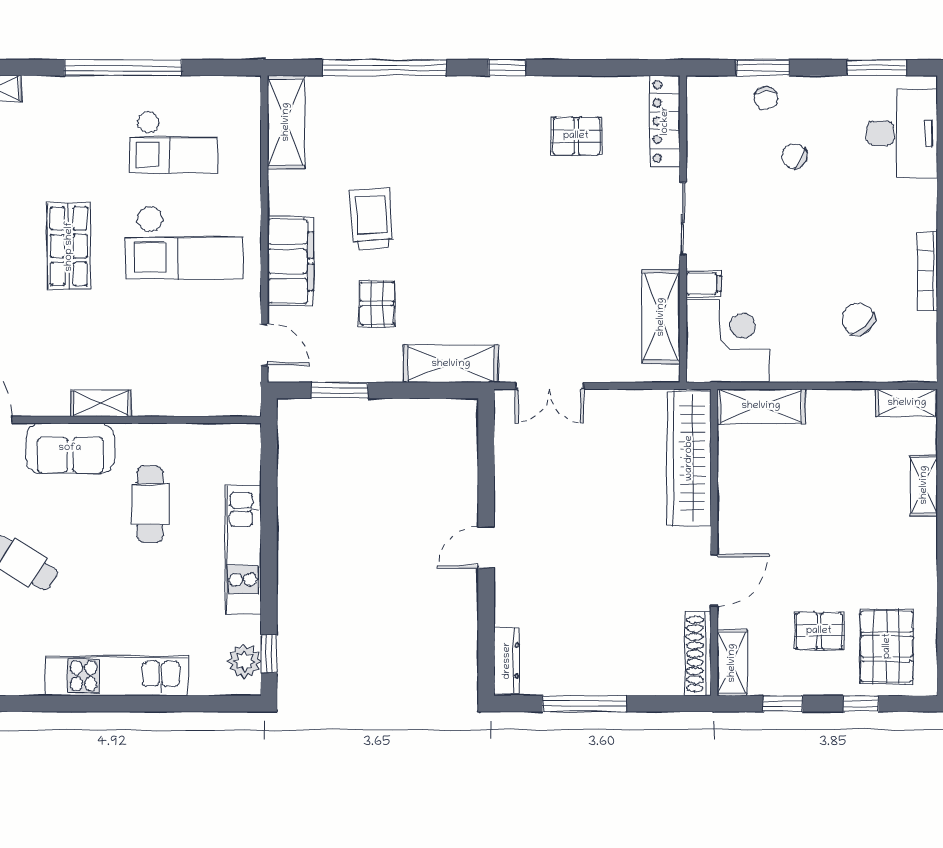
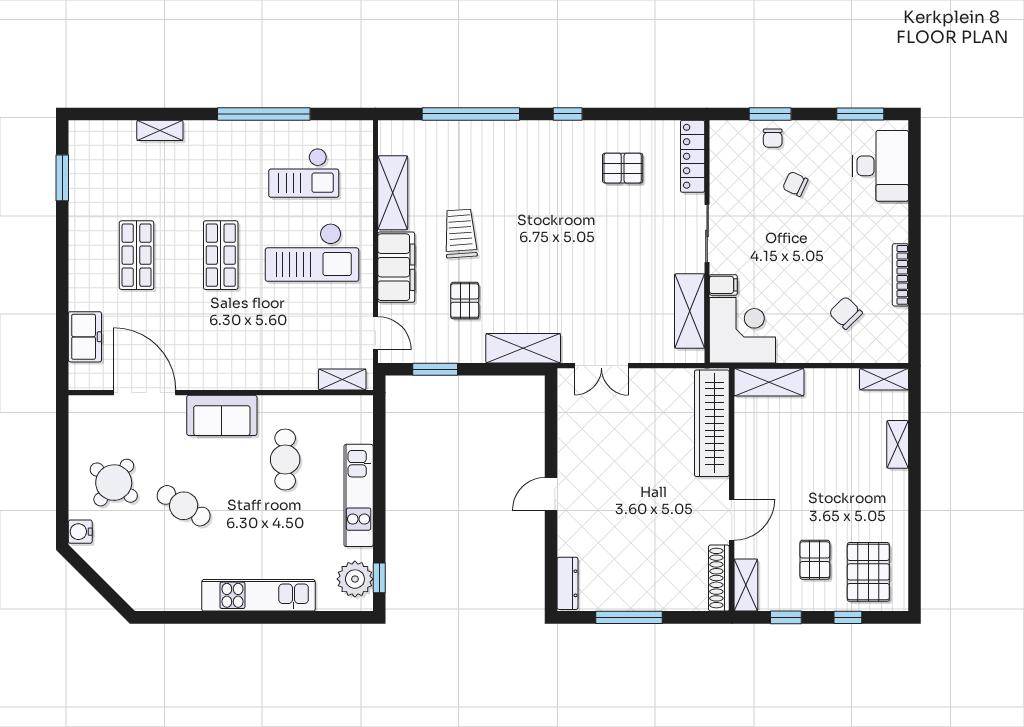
shelving: (286, 122) -> (393, 193), moved
shelving: (101, 403) -> (342, 380), moved
pallet: (819, 631) -> (815, 560), turned 90
plant: (244, 661) -> (355, 579), width x1.36, depth x1.36

